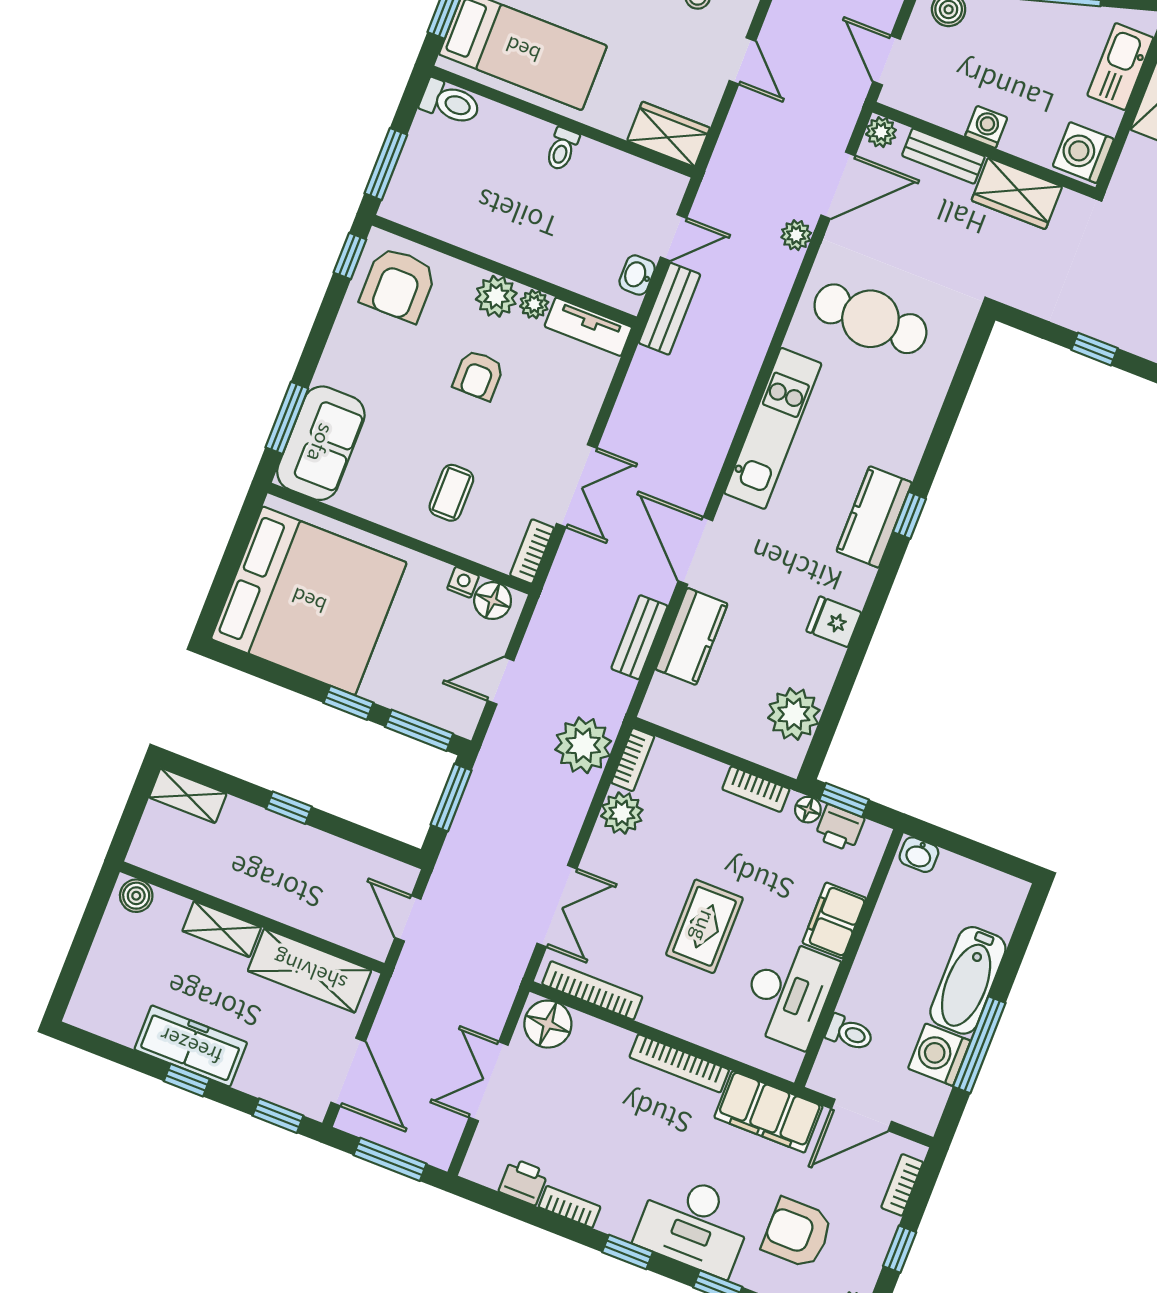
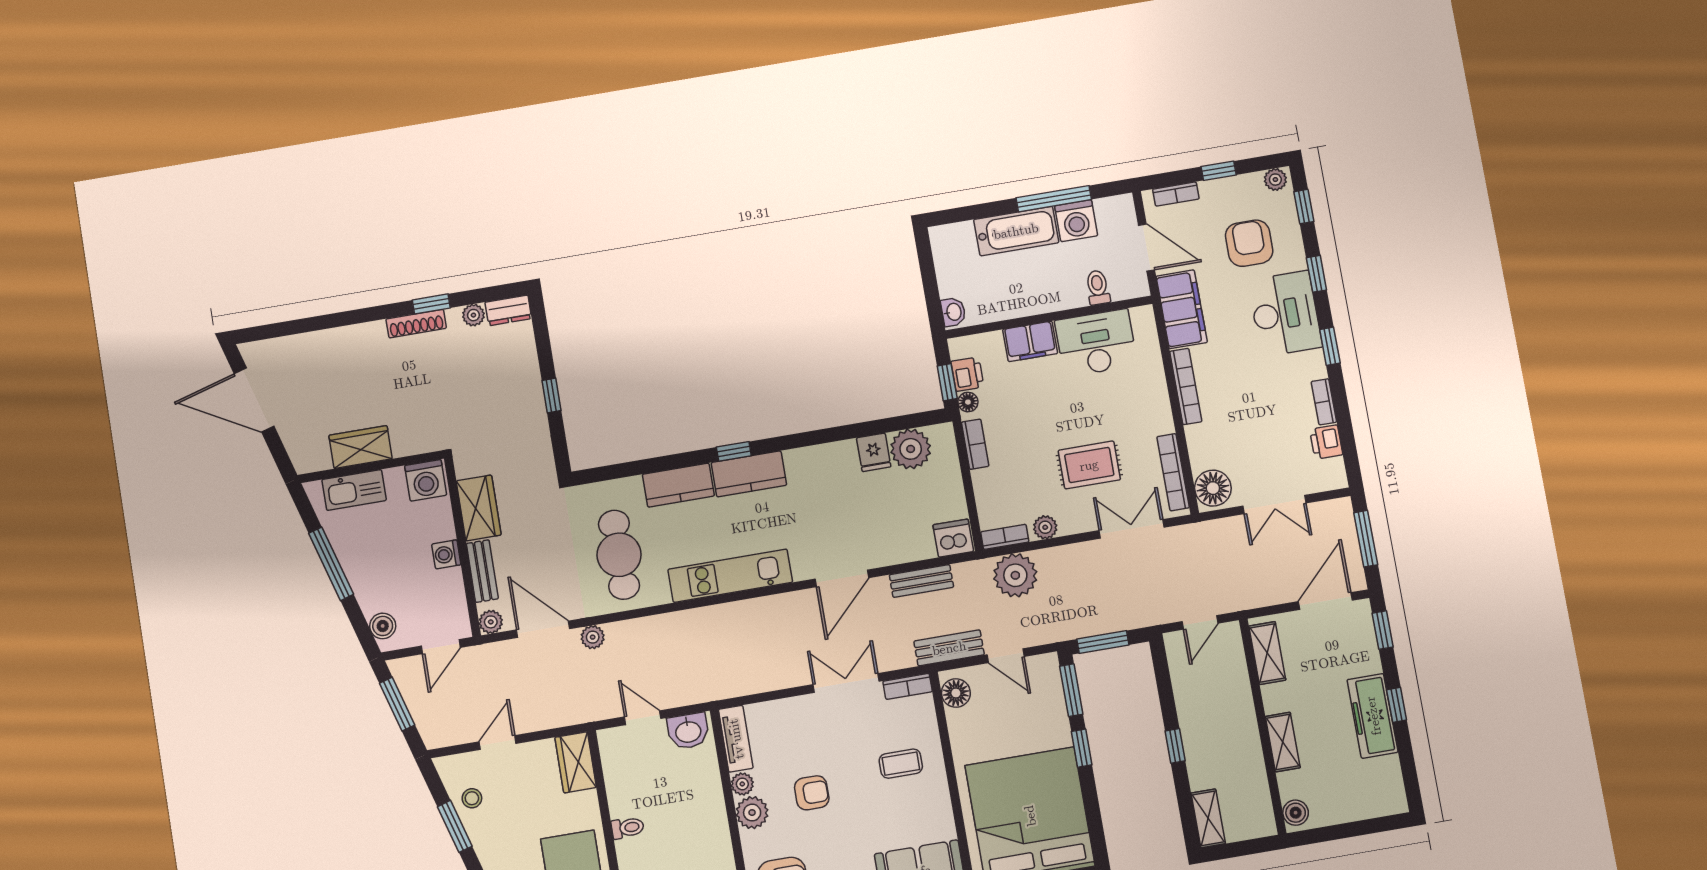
washbasin: (637, 275) -> (688, 731), width x1.38, depth x1.45
bench: (669, 309) -> (949, 648), moved
nightstand: (463, 582) -> (956, 720), removed
fridge: (834, 622) -> (874, 452), moved
kitchen counter: (692, 636) -> (678, 485), moved, turned 180
dishwasher: (666, 701) -> (953, 538), added
plant: (622, 813) -> (1045, 527), width x0.73, depth x0.73
rug: (704, 926) -> (1089, 465), moved
shelving: (310, 971) -> (1267, 653), width x0.67, depth x0.75
armchair: (797, 1233) -> (1249, 243), turned 180

